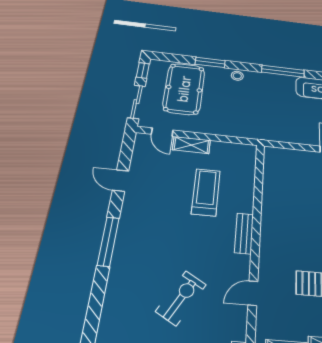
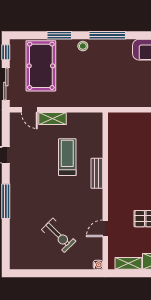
window: (283, 71) -> (107, 35), moved
bench: (244, 233) -> (97, 173), moved
exercise bike: (181, 298) -> (59, 235), turned 105

